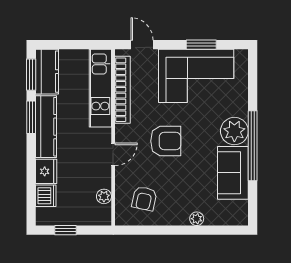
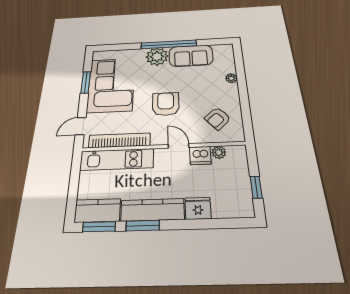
dishwasher: (46, 196) -> (200, 155), moved, turned 180
armchair: (144, 198) -> (218, 118), turned 126

